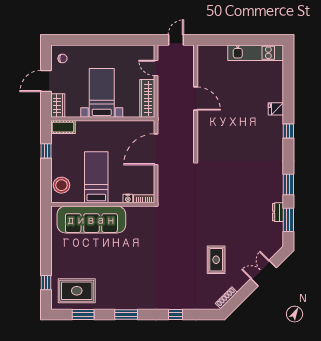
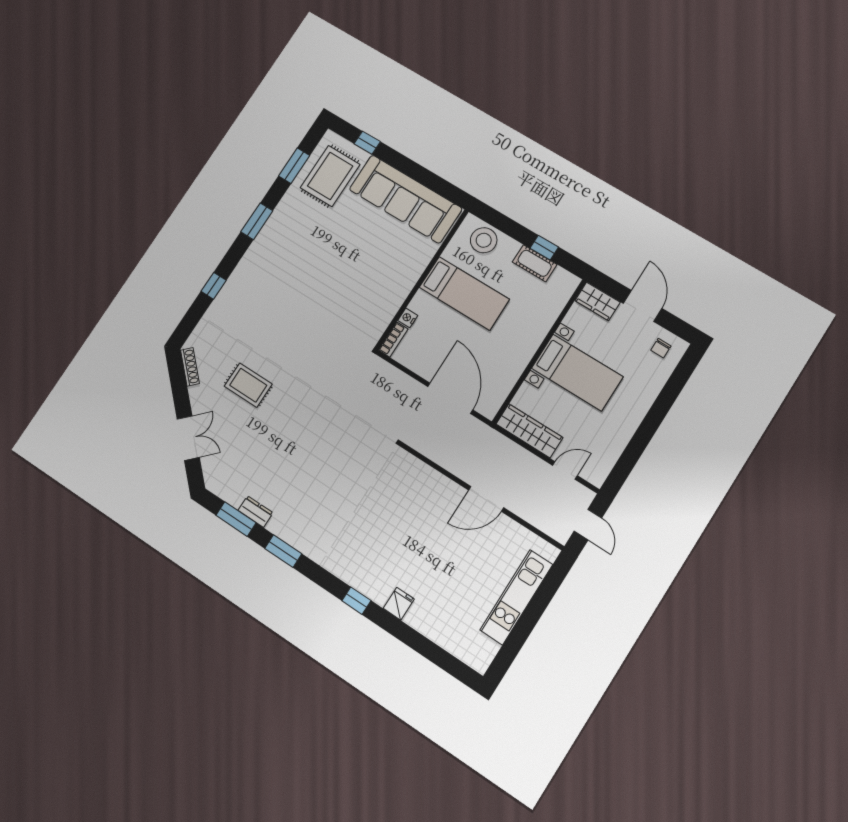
kitchen unit: (256, 53) -> (516, 597), moved
cot: (63, 127) -> (535, 263), moved, turned 90
sofa: (91, 220) -> (405, 199), moved, turned -90

